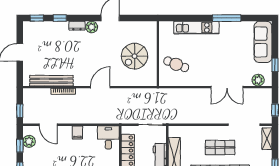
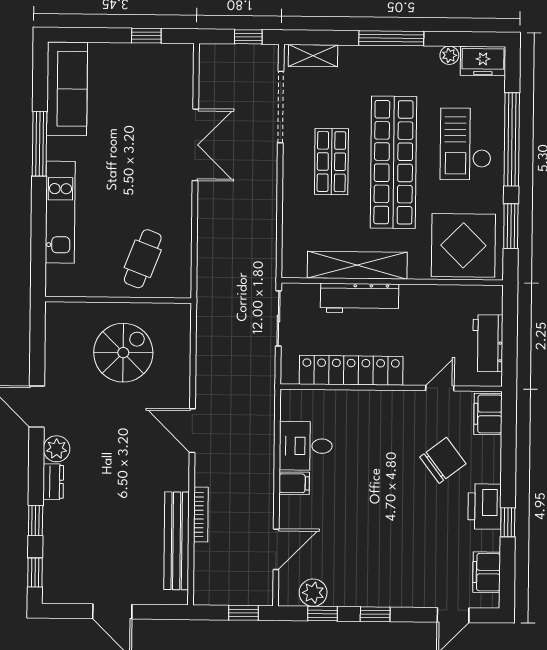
sofa: (263, 42) -> (67, 89), moved, turned -90
spiral stairs: (135, 56) -> (123, 353), turned -90
plant: (258, 80) -> (180, 74), removed
desk: (108, 137) -> (306, 446), moved

